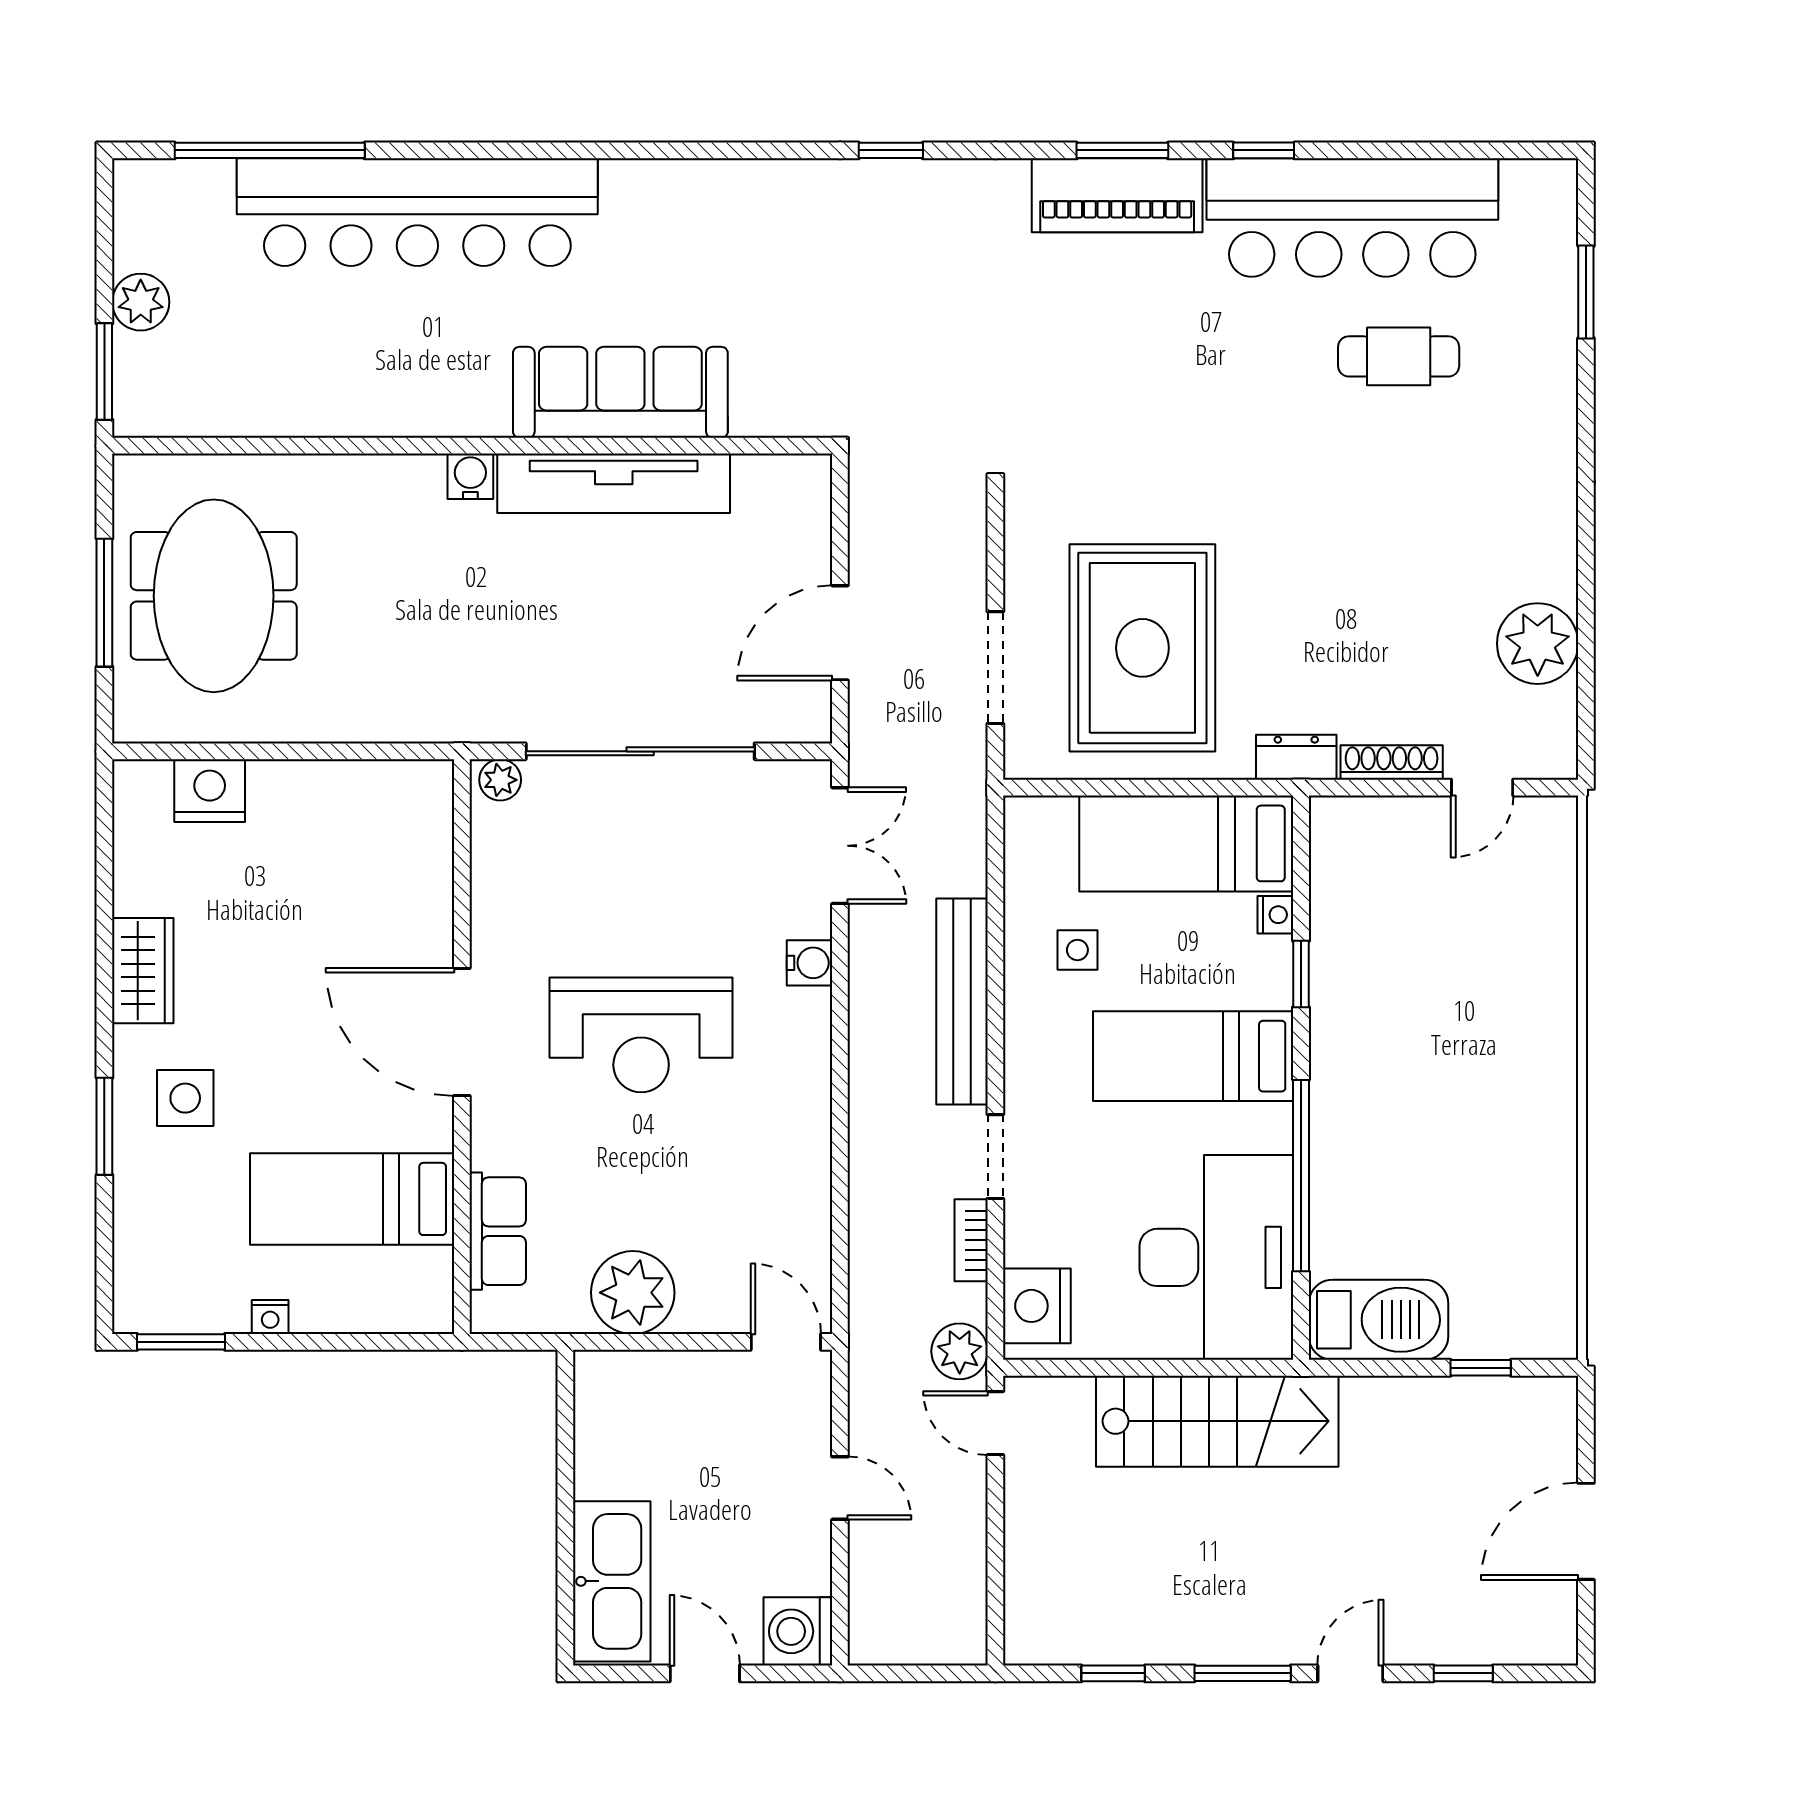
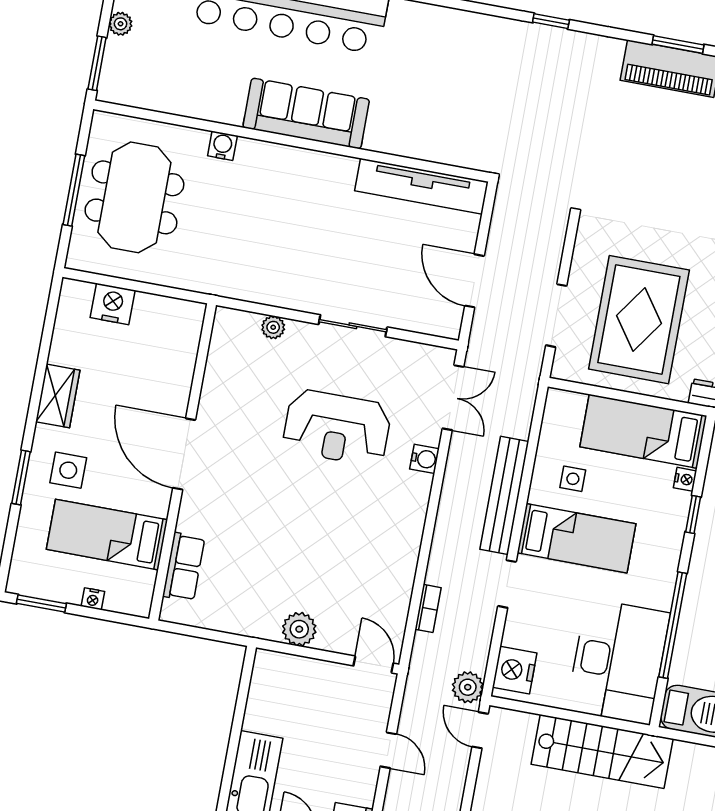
plant: (141, 302) -> (121, 24), width x0.73, depth x0.73
sofa: (620, 392) -> (306, 113), moved
water cooler: (470, 476) -> (222, 146), moved
tv unit: (614, 483) -> (421, 186), moved
door: (840, 633) -> (474, 281), hinge flipped
sliding door: (640, 751) -> (353, 326), width x0.54
door: (462, 1032) -> (184, 454), moved
reception desk: (641, 1035) -> (337, 428), moved
wall: (462, 1047) -> (183, 462), moved
bed: (1193, 1056) -> (577, 538), moved, turned 180
bed: (352, 1199) -> (107, 535), moved
row of seats: (498, 1231) -> (184, 567), moved
bookcase: (971, 1240) -> (428, 608), moved, turned 180
plant: (633, 1293) -> (299, 629), width x0.73, depth x0.73

